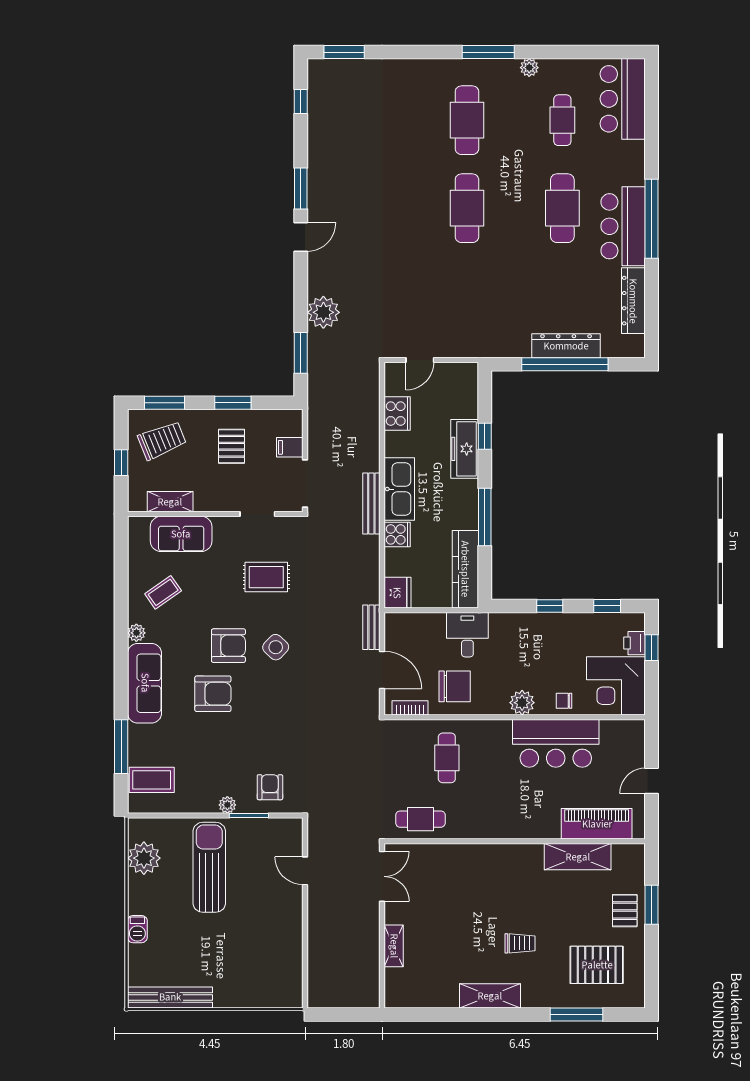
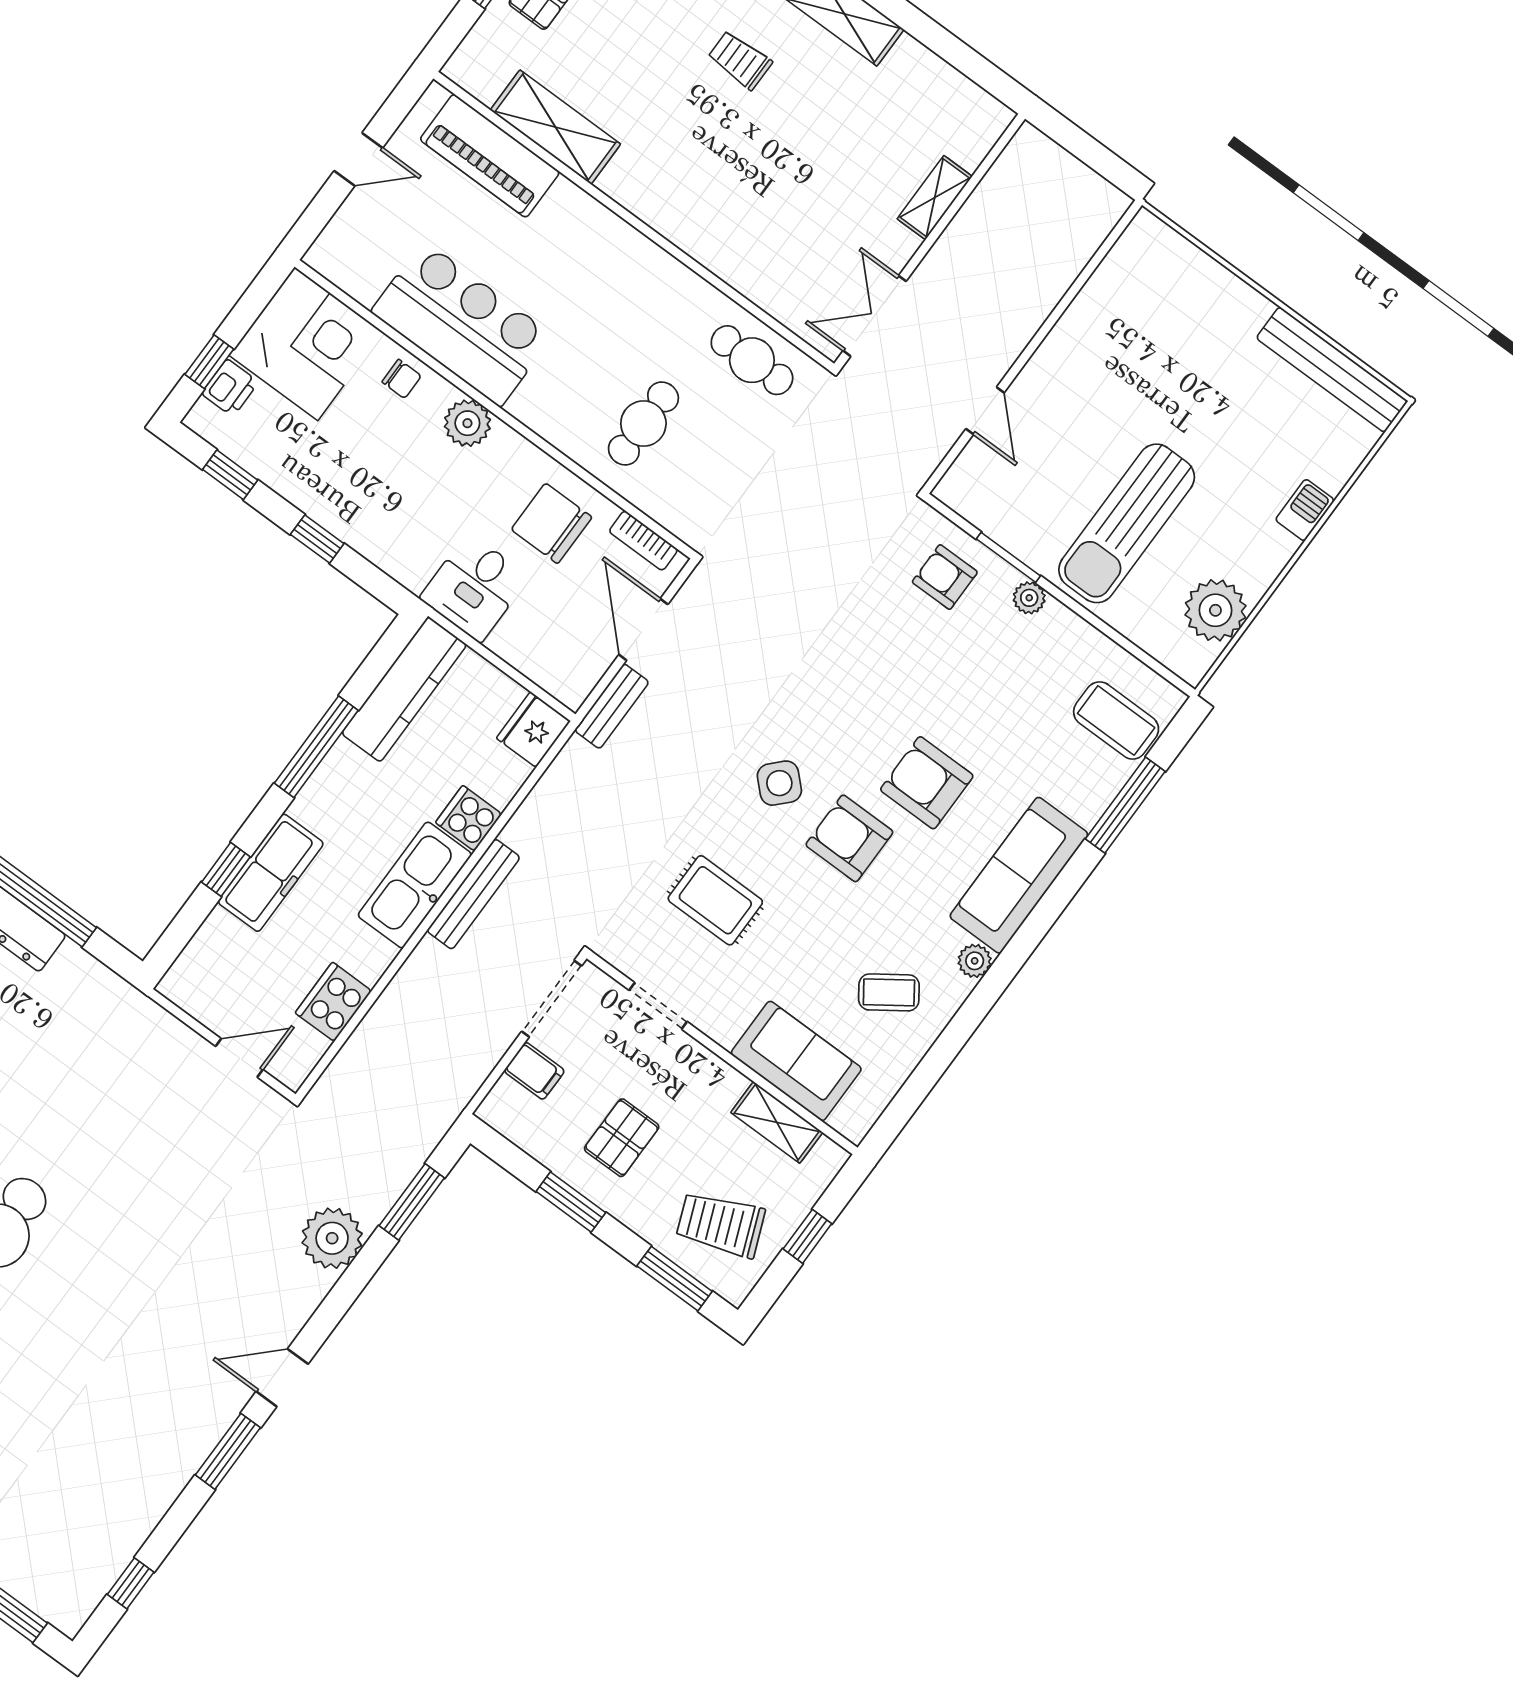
armchair: (270, 787) -> (945, 577), turned 90

